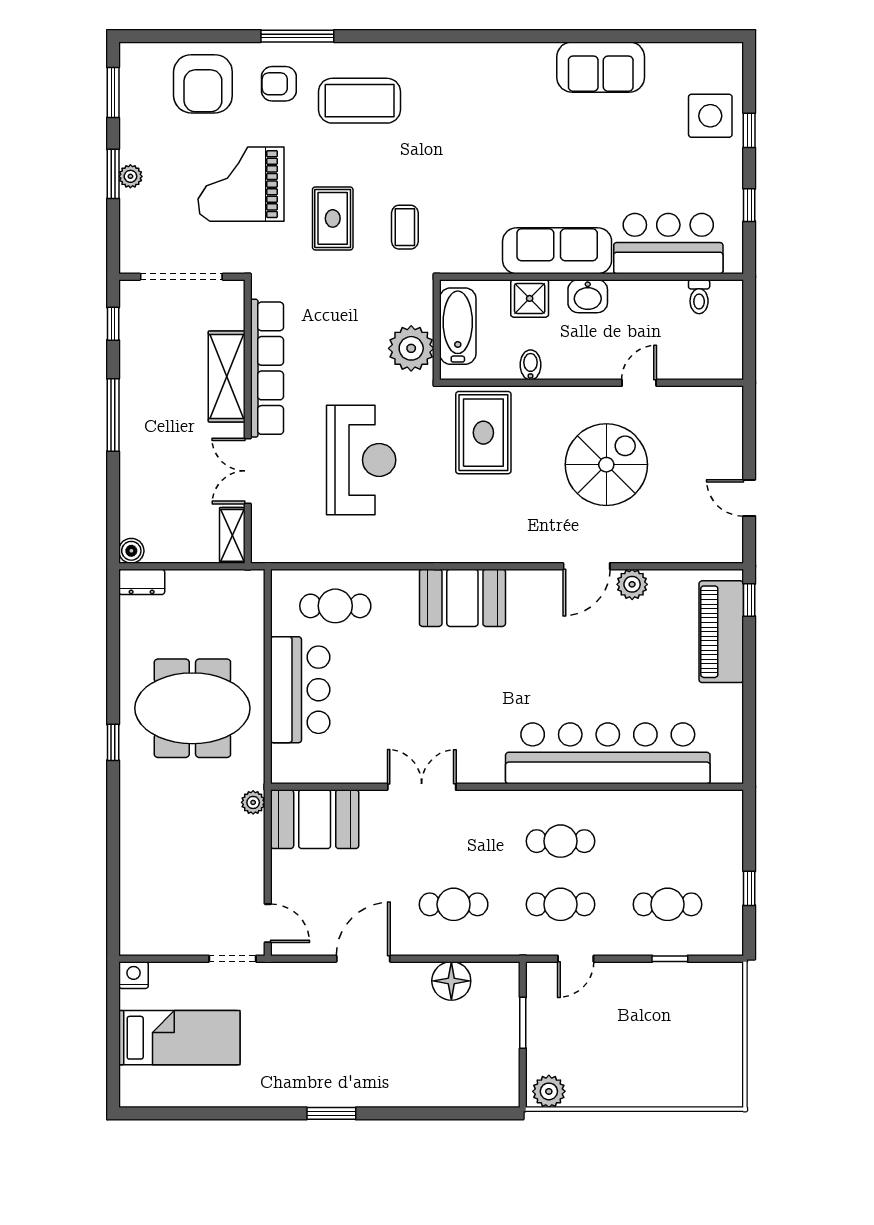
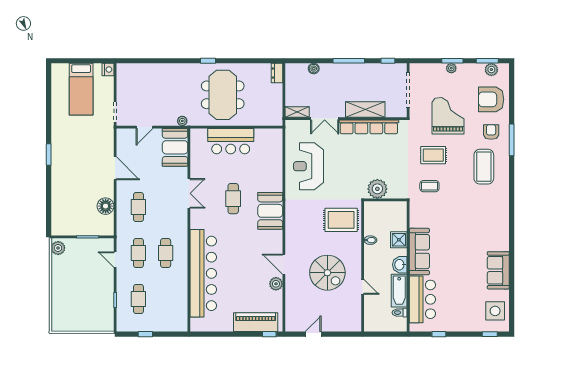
plant: (134, 83) -> (491, 70), added
side table: (710, 116) -> (495, 311), moved
window: (749, 130) -> (490, 334), moved
bathtub: (458, 326) -> (399, 291), moved, turned 90
reception desk: (361, 460) -> (308, 166), moved, turned 90
double door: (248, 471) -> (325, 119), swing flipped
boiler: (131, 551) -> (314, 69), moved
cafe table: (335, 606) -> (233, 199), moved
door: (268, 923) -> (144, 127), moved

